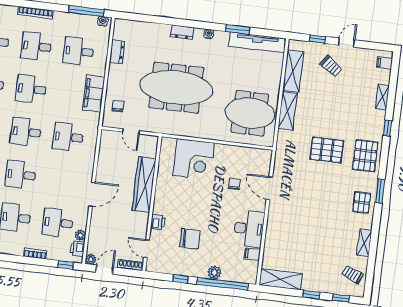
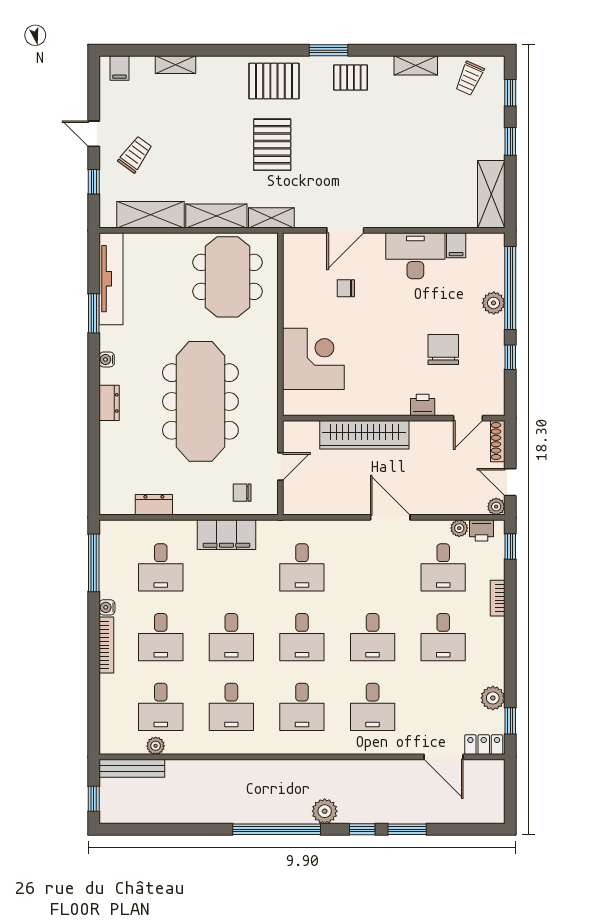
water cooler: (103, 21) -> (107, 607), moved
window: (388, 128) -> (224, 50), removed
shelving: (282, 144) -> (271, 218), added

